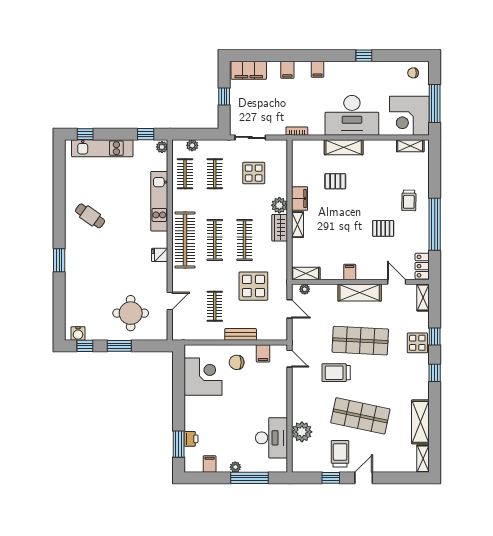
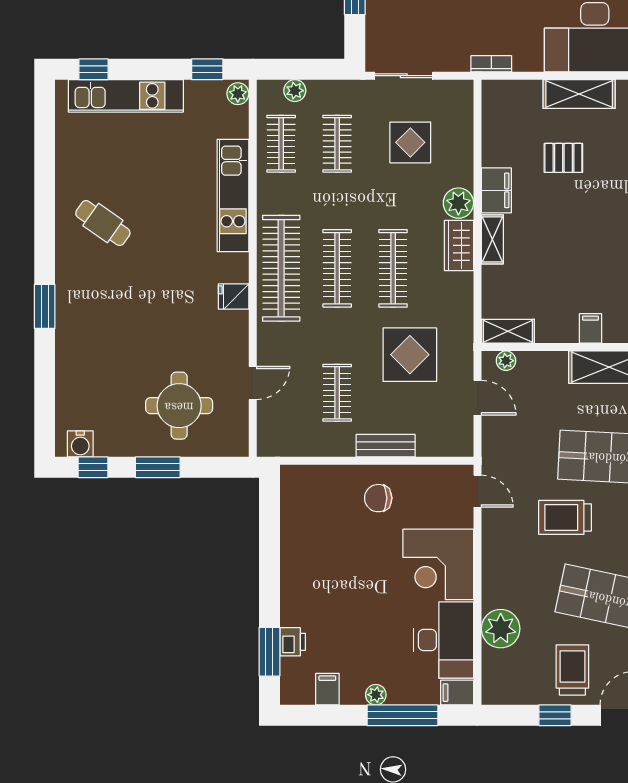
filing cabinet: (263, 353) -> (457, 693), moved, turned 90
corner desk: (203, 377) -> (438, 564), moved, turned 180

